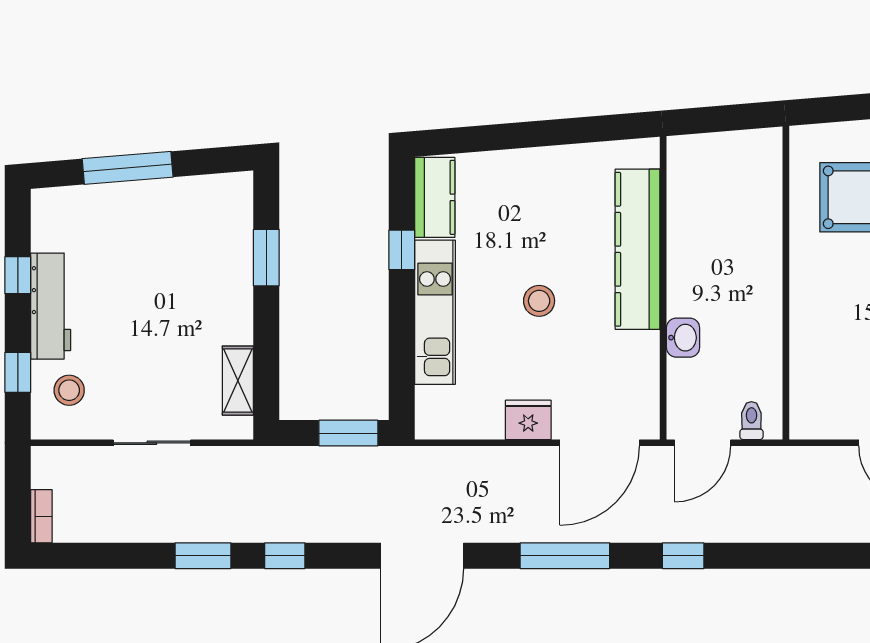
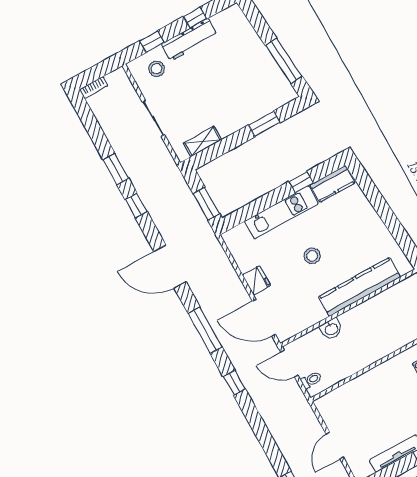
window: (128, 168) -> (284, 61), moved

